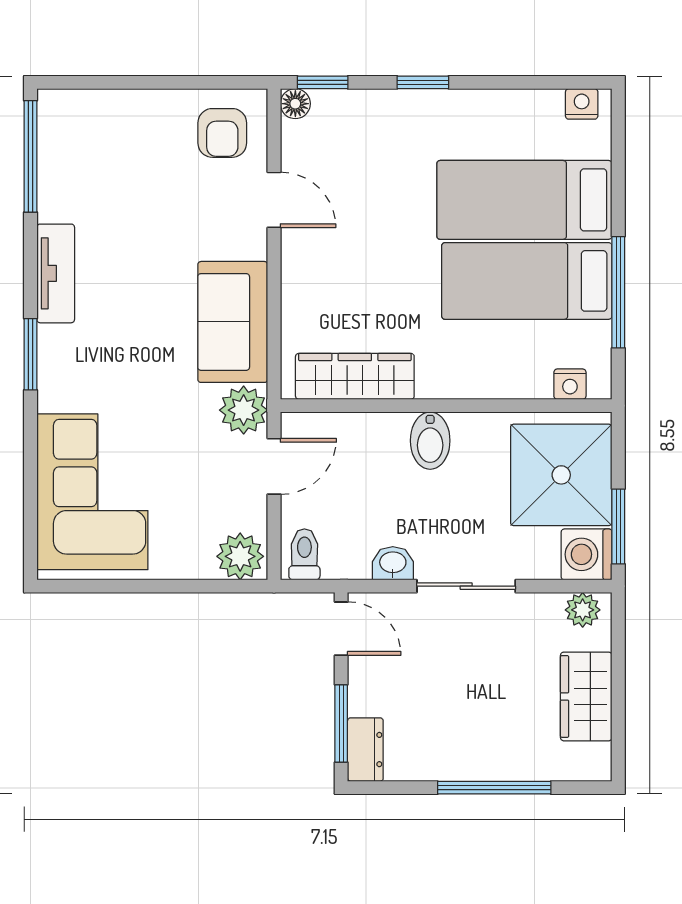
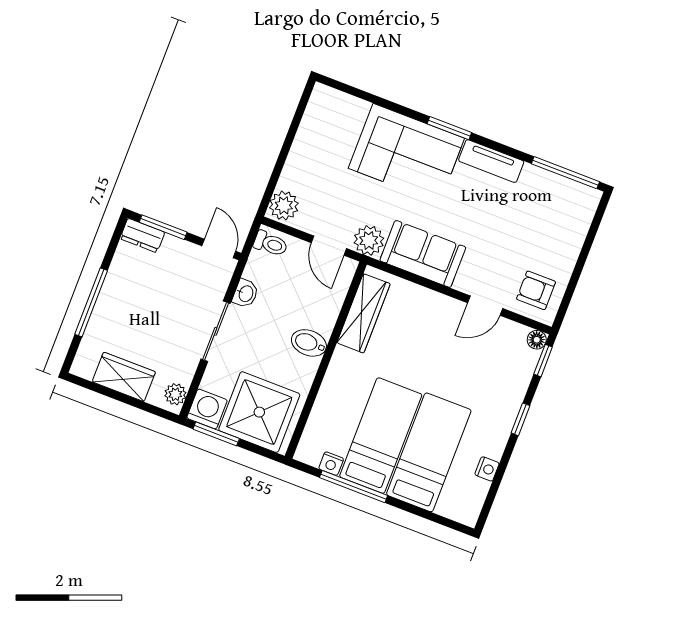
nightstand: (582, 104) -> (487, 469), moved
nightstand: (570, 384) -> (331, 464), moved, turned -90
corner sofa: (92, 492) -> (406, 153), moved
door: (341, 629) -> (219, 249), swing flipped

